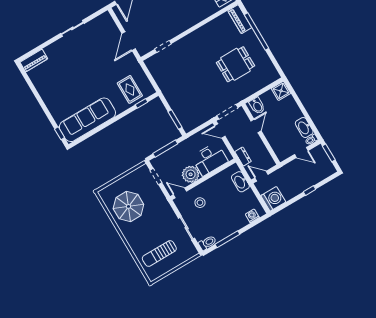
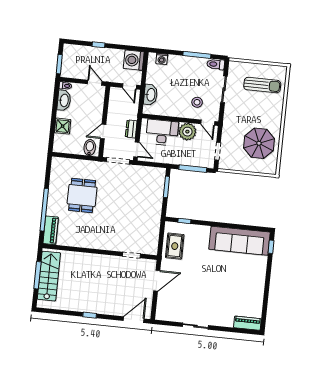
dining table: (235, 64) -> (82, 195), turned 90
rug: (130, 89) -> (175, 246), moved
shower: (281, 91) -> (63, 126), moved
door: (301, 152) -> (95, 83), moved
dresser: (243, 157) -> (131, 129), moved

